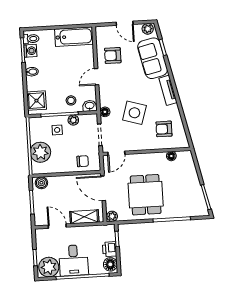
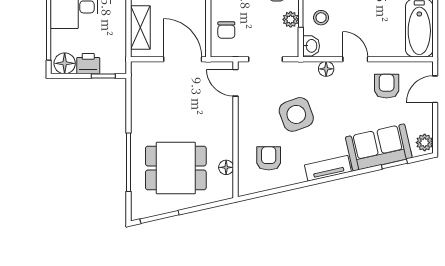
door: (125, 23) -> (435, 89), moved
floor lamp: (105, 112) -> (326, 69), moved
side table: (134, 113) -> (296, 114), turned -37
door: (103, 188) -> (183, 59), hinge flipped
dining table: (146, 195) -> (176, 168), moved
plant: (112, 216) -> (139, 70), removed

